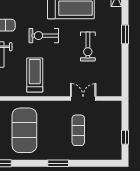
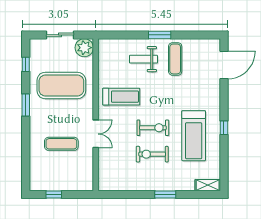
exercise bike: (44, 36) -> (153, 128), moved, turned 90
double door: (83, 98) -> (96, 134), moved
window: (58, 163) -> (26, 105), moved

